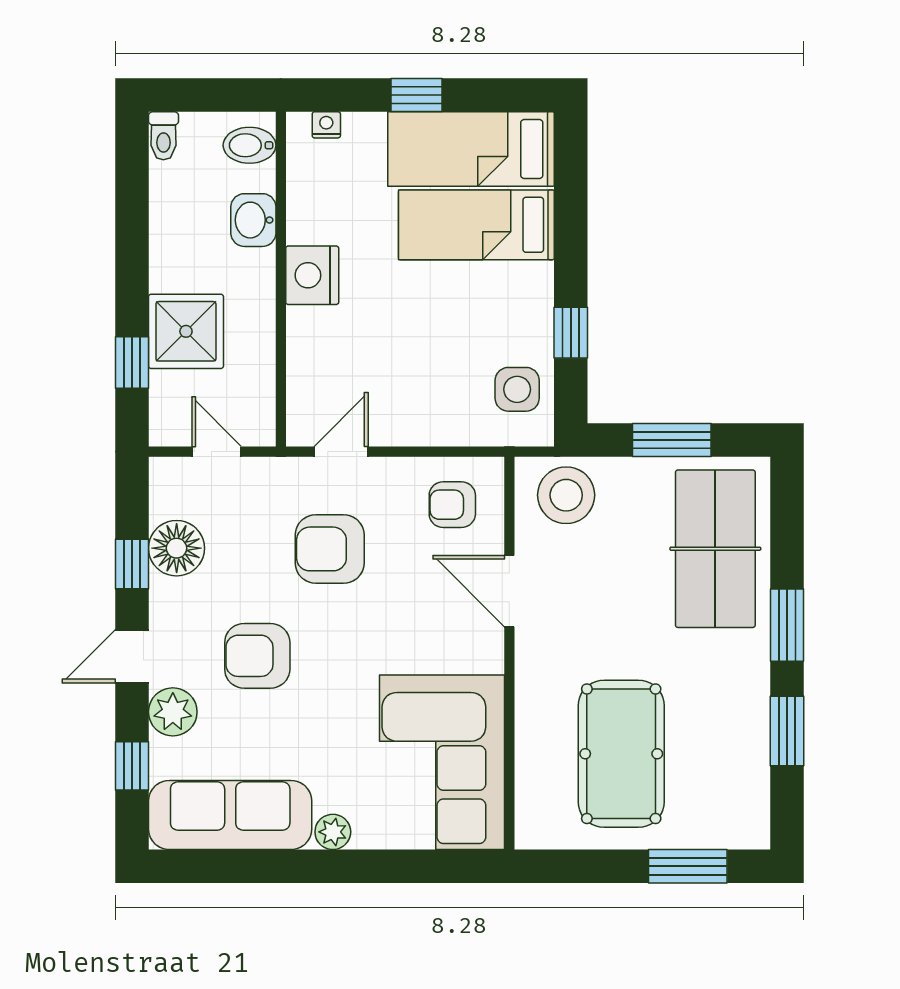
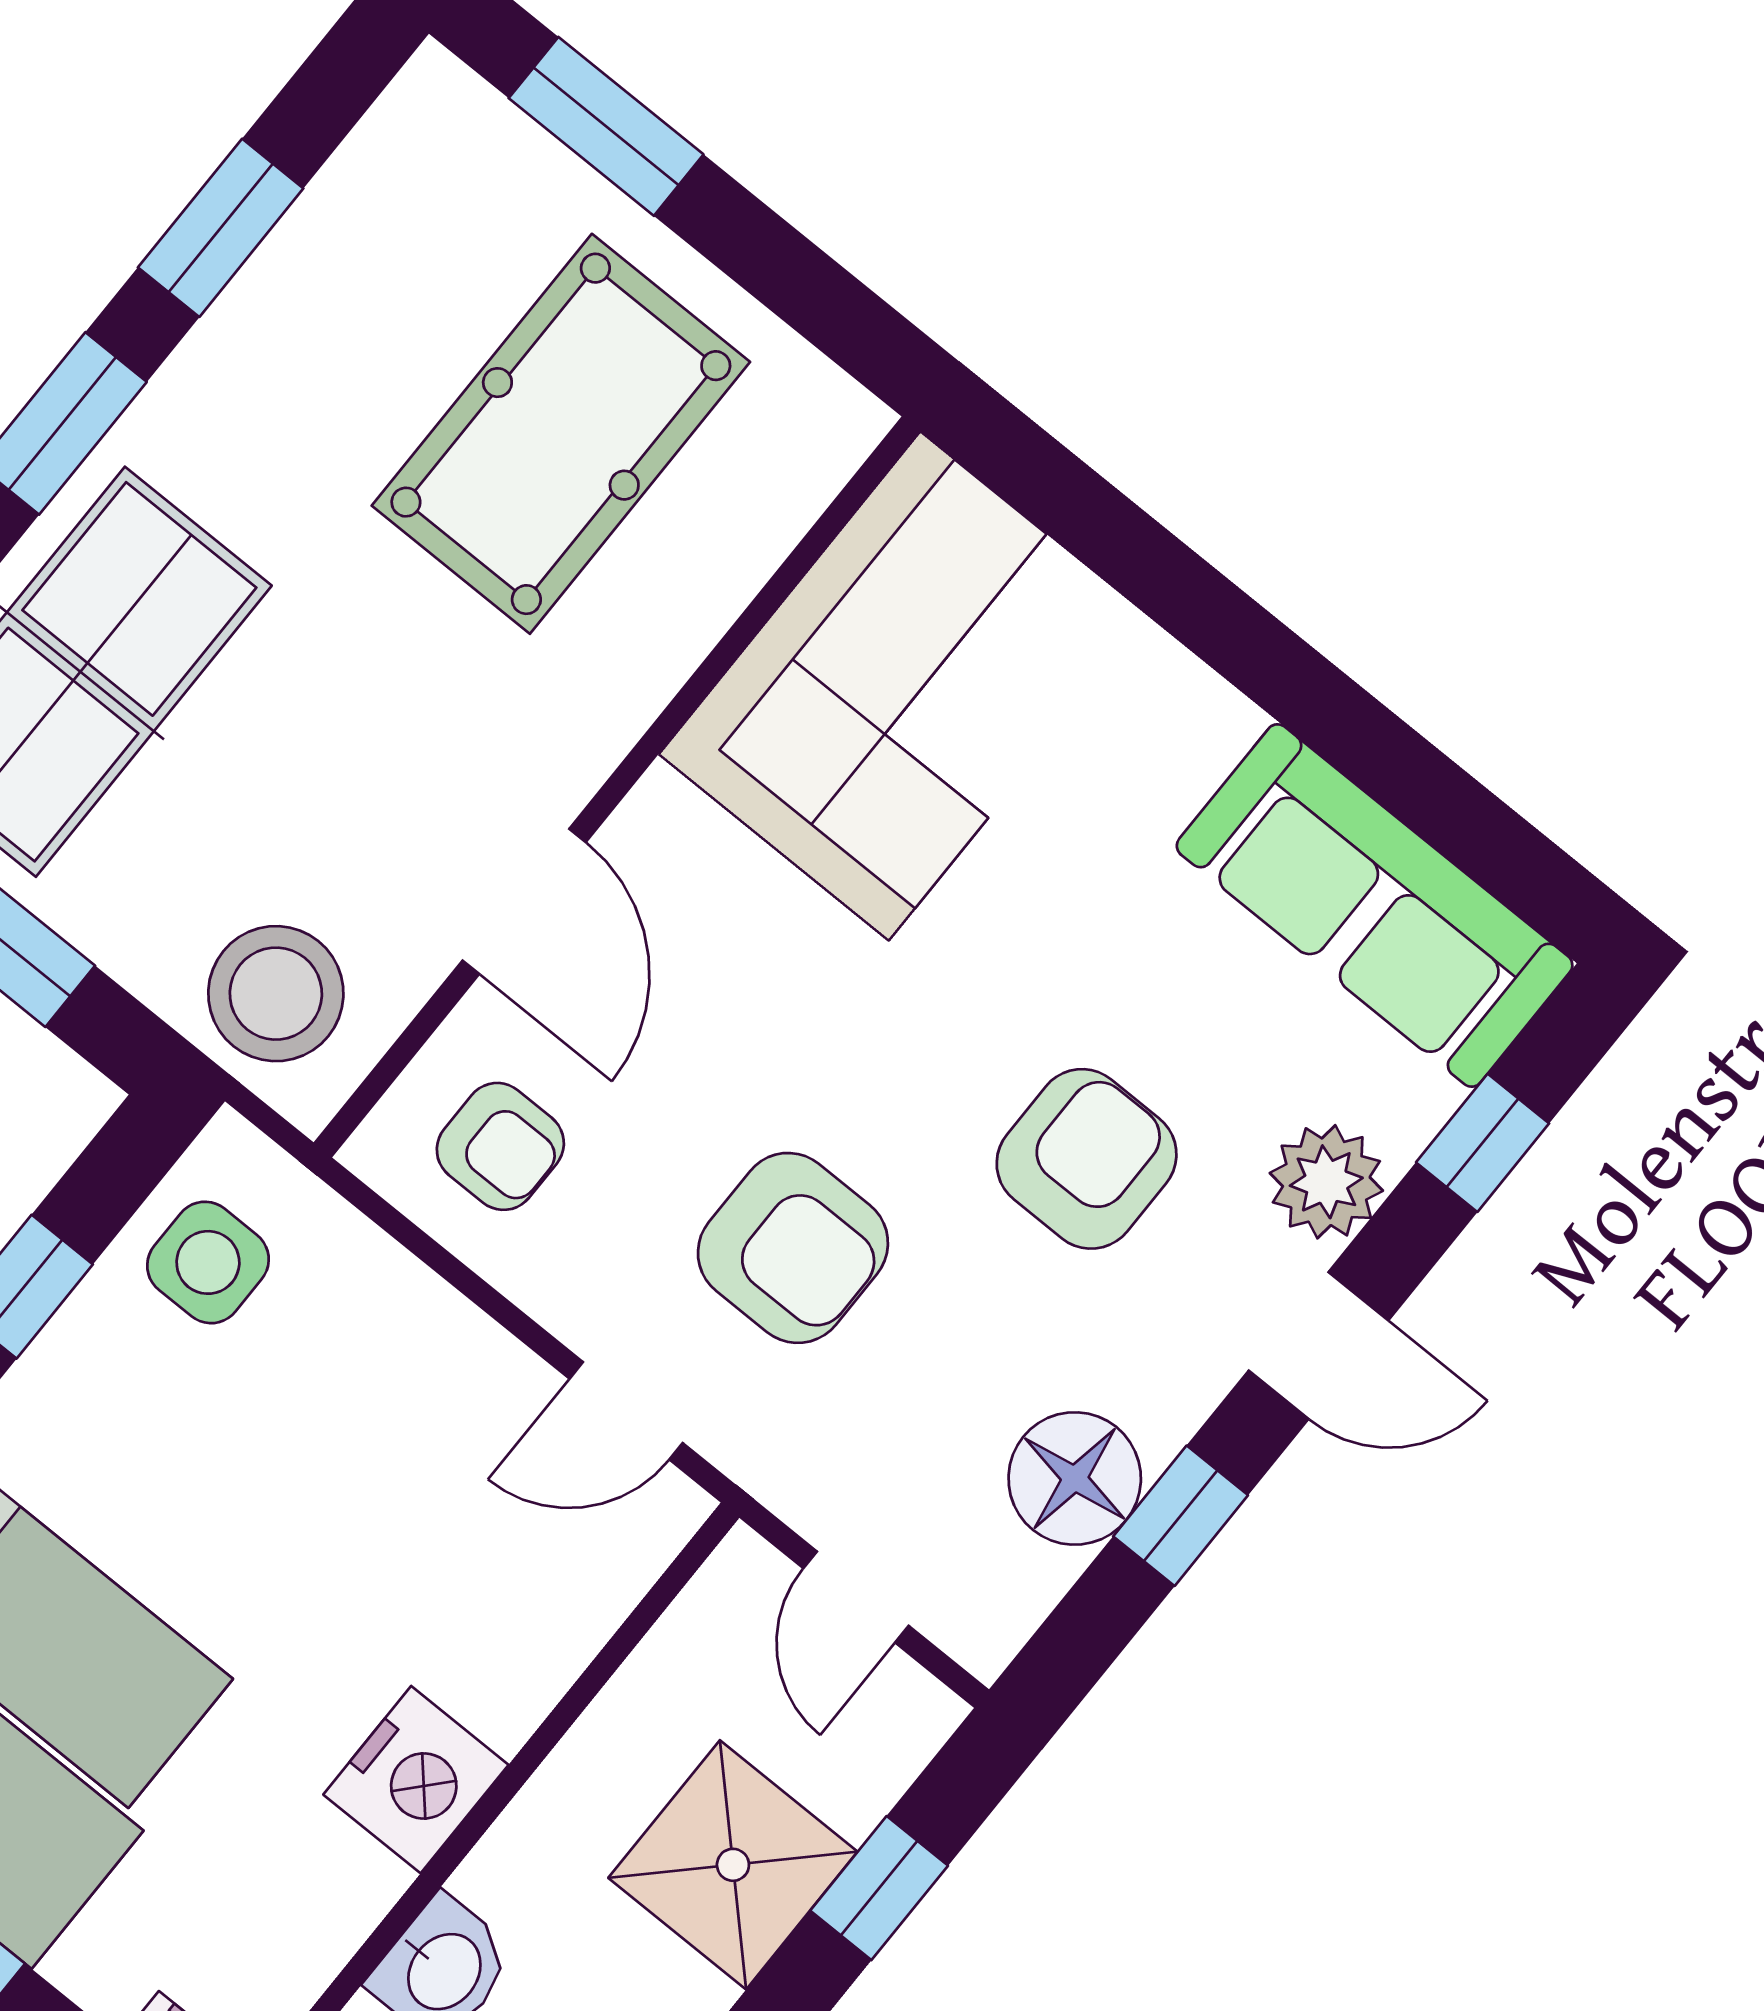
armchair: (257, 656) -> (1087, 1159), turned -90
plant: (333, 832) -> (1210, 721), removed

